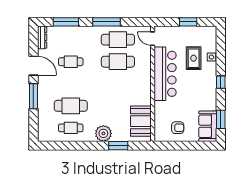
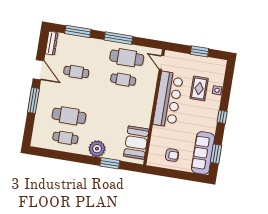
cafe table: (118, 62) -> (123, 80), width x0.73, depth x0.74
sofa: (208, 126) -> (203, 153), width x1.36

